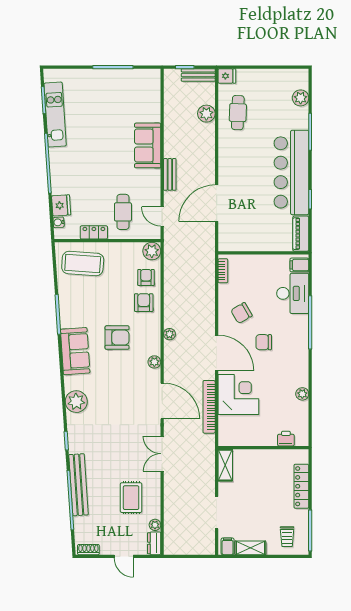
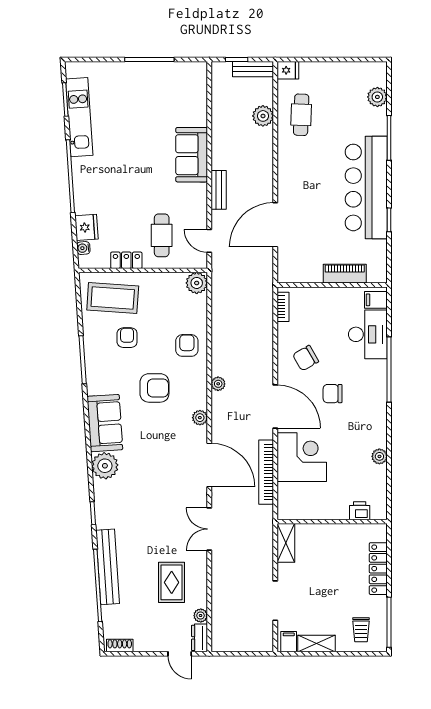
piano: (301, 234) -> (345, 274), moved, turned 90
armchair: (146, 277) -> (127, 338), moved
sofa: (75, 351) -> (105, 423), moved
door: (124, 556) -> (180, 654), moved

